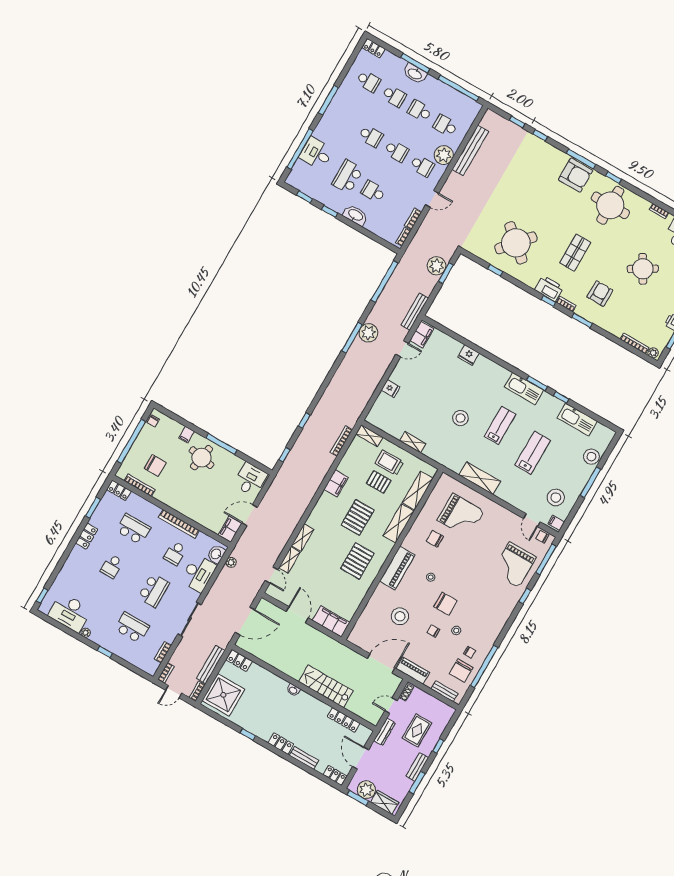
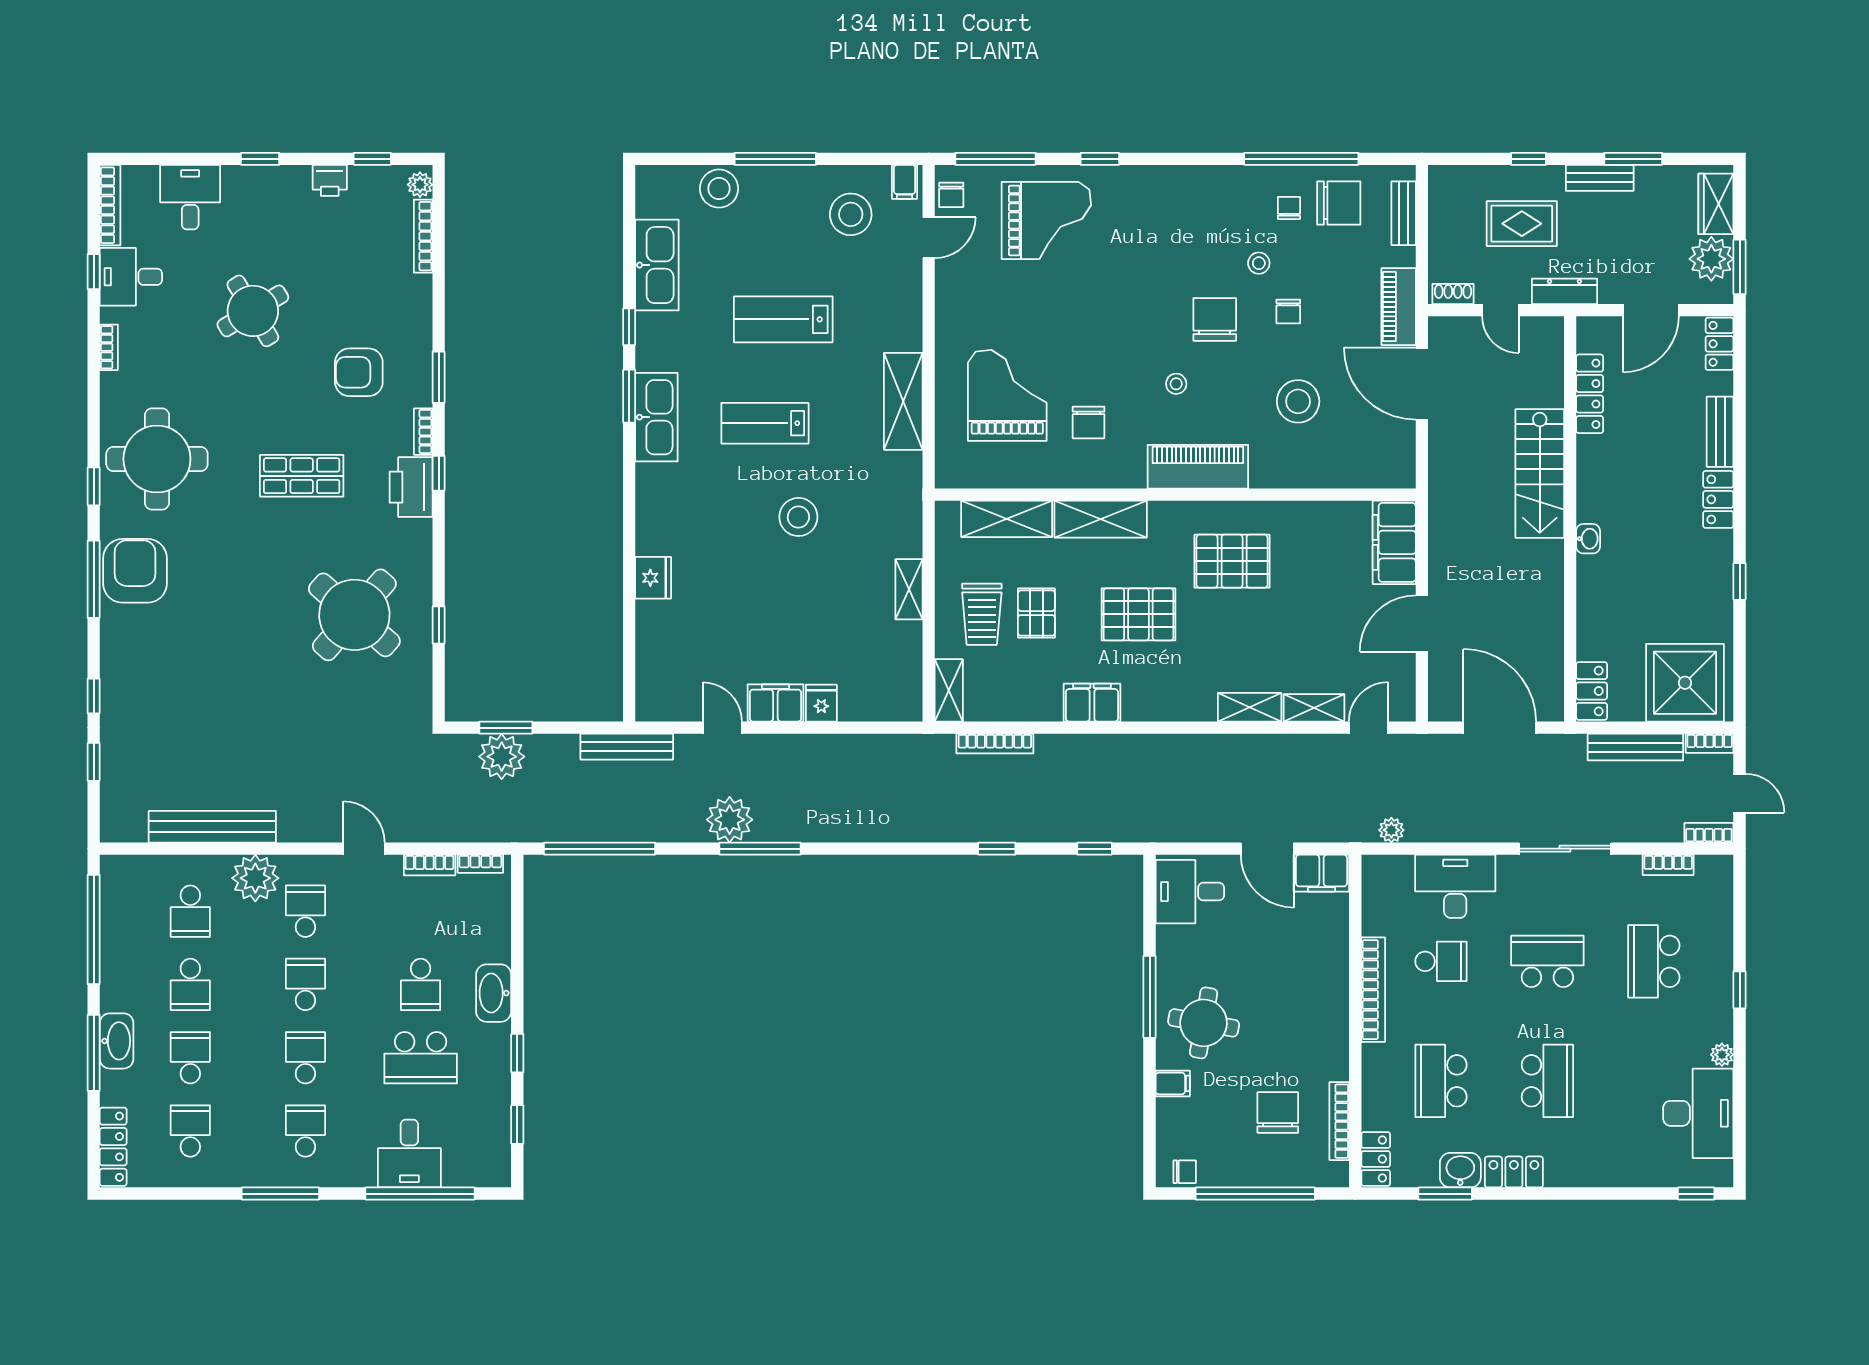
locker: (374, 48) -> (113, 1147), width x1.53
school desk: (345, 122) -> (305, 1131), added
filing cabinet: (422, 335) -> (775, 703), moved
washbasin: (216, 554) -> (1460, 1170), moved, turned 180
school desk: (112, 566) -> (1547, 1081), width x1.85

